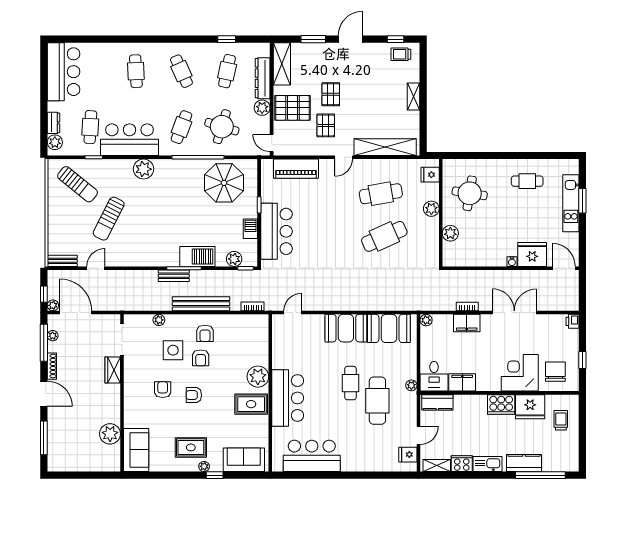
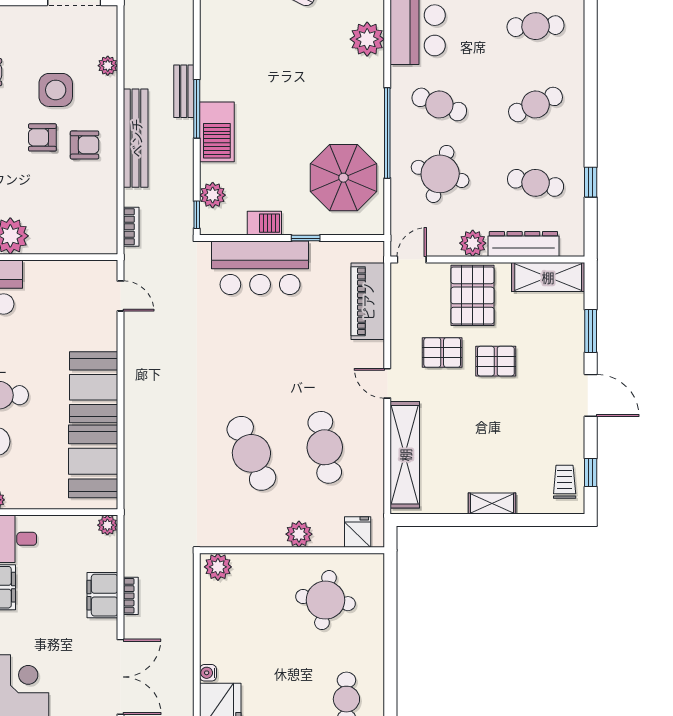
plant: (450, 233) -> (218, 567), moved
armchair: (205, 333) -> (85, 145), turned 180

